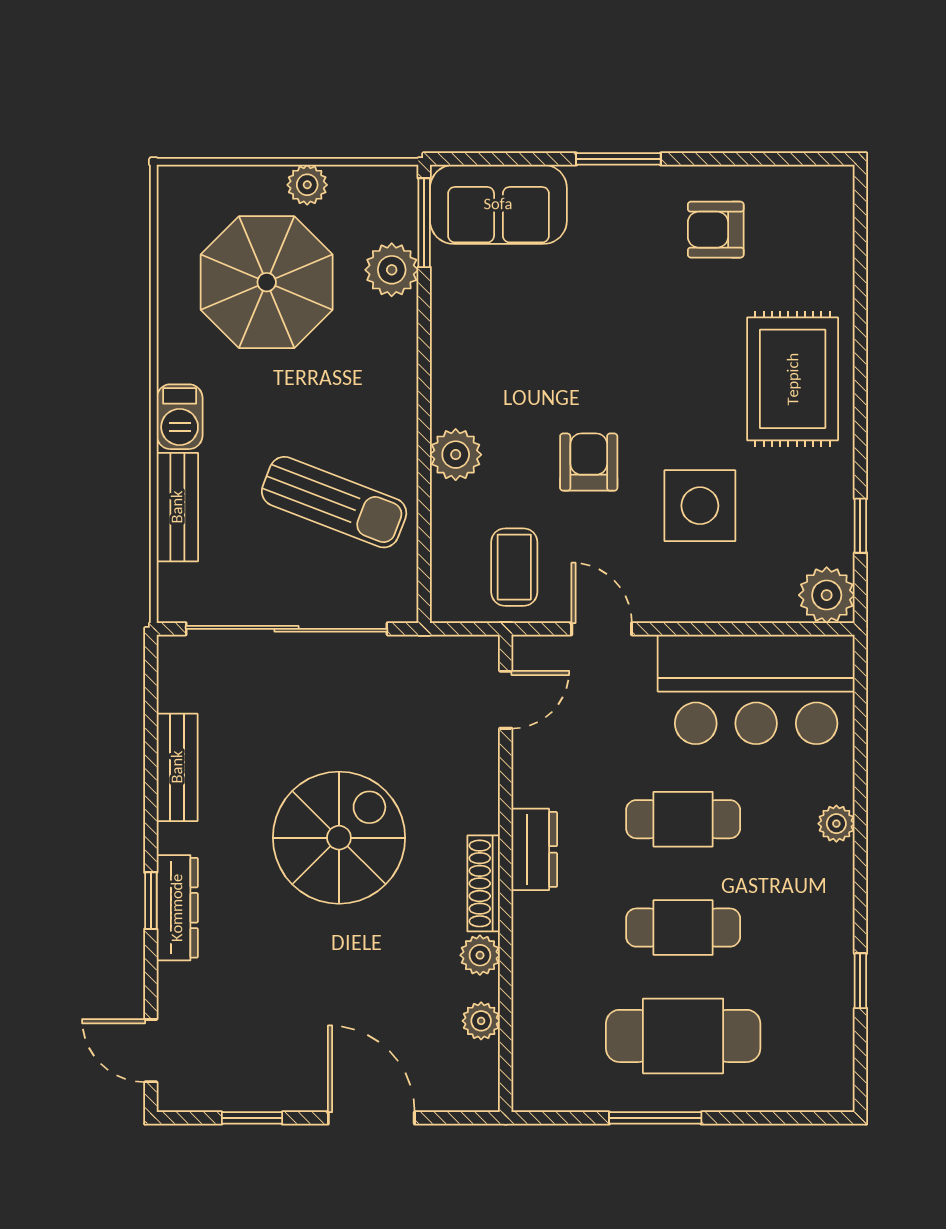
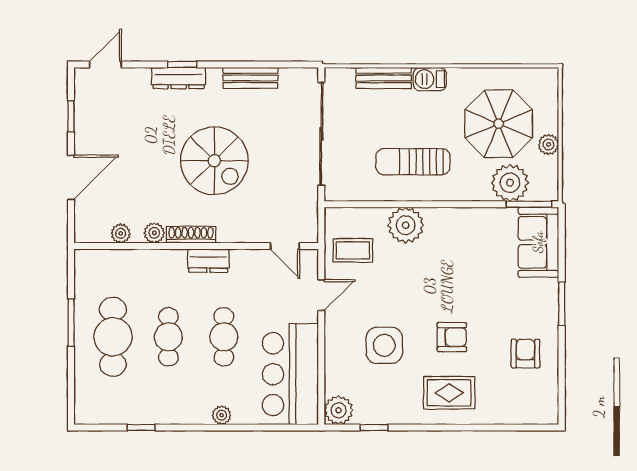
plant: (392, 270) -> (510, 183), width x1.36, depth x1.36
rug: (793, 379) -> (449, 393), width x0.73, depth x0.70
plant: (456, 455) -> (406, 225), width x1.36, depth x1.36
armchair: (589, 462) -> (452, 337), moved
sun lounger: (334, 502) -> (413, 162), moved, turned 69

